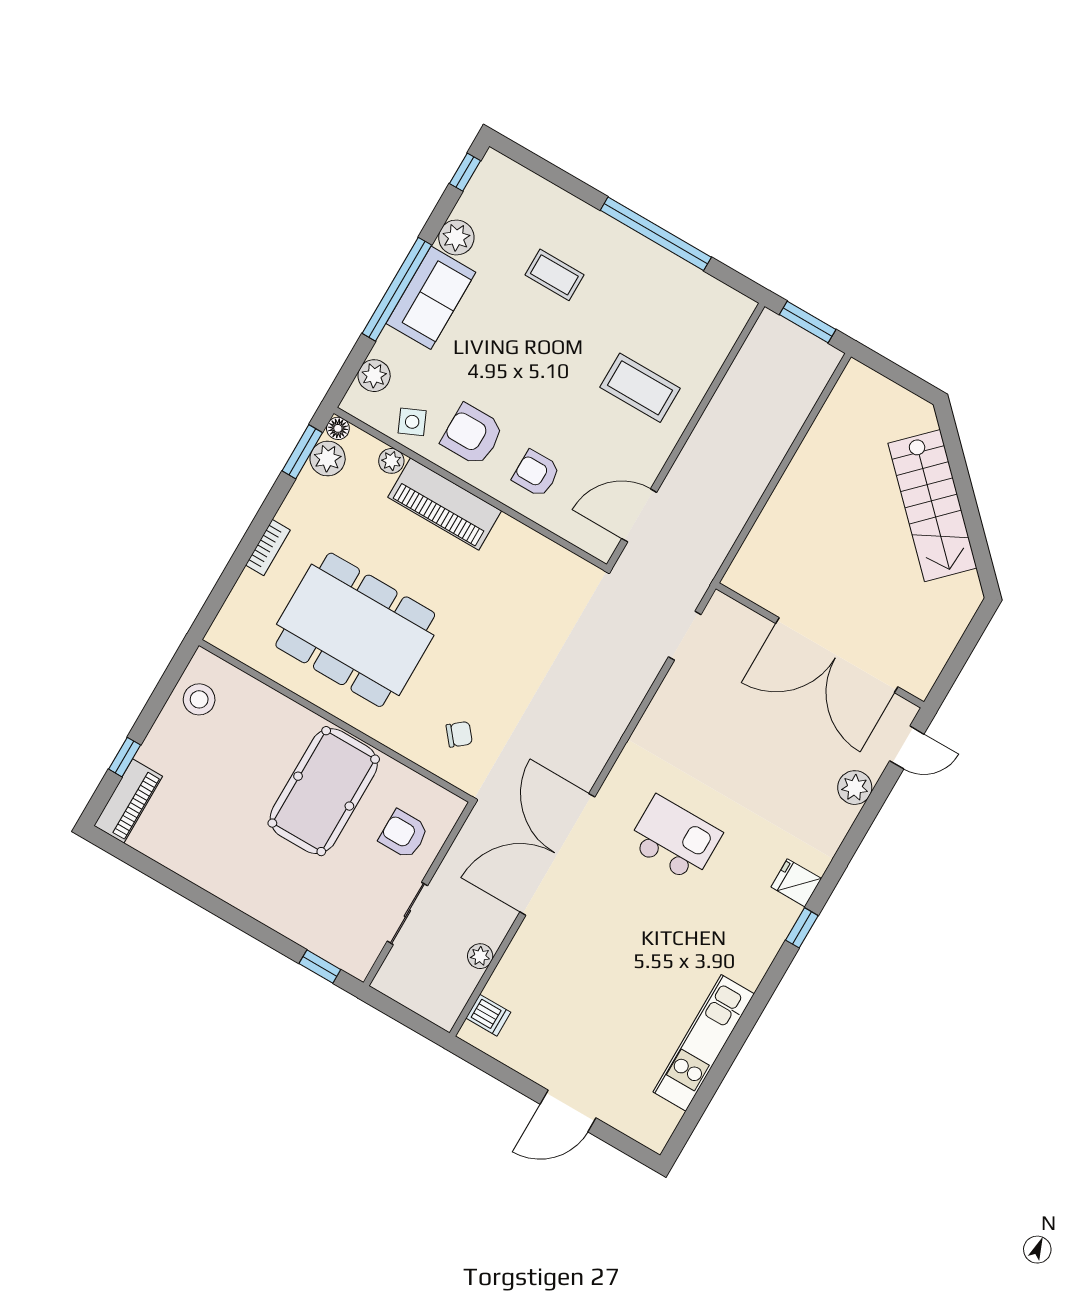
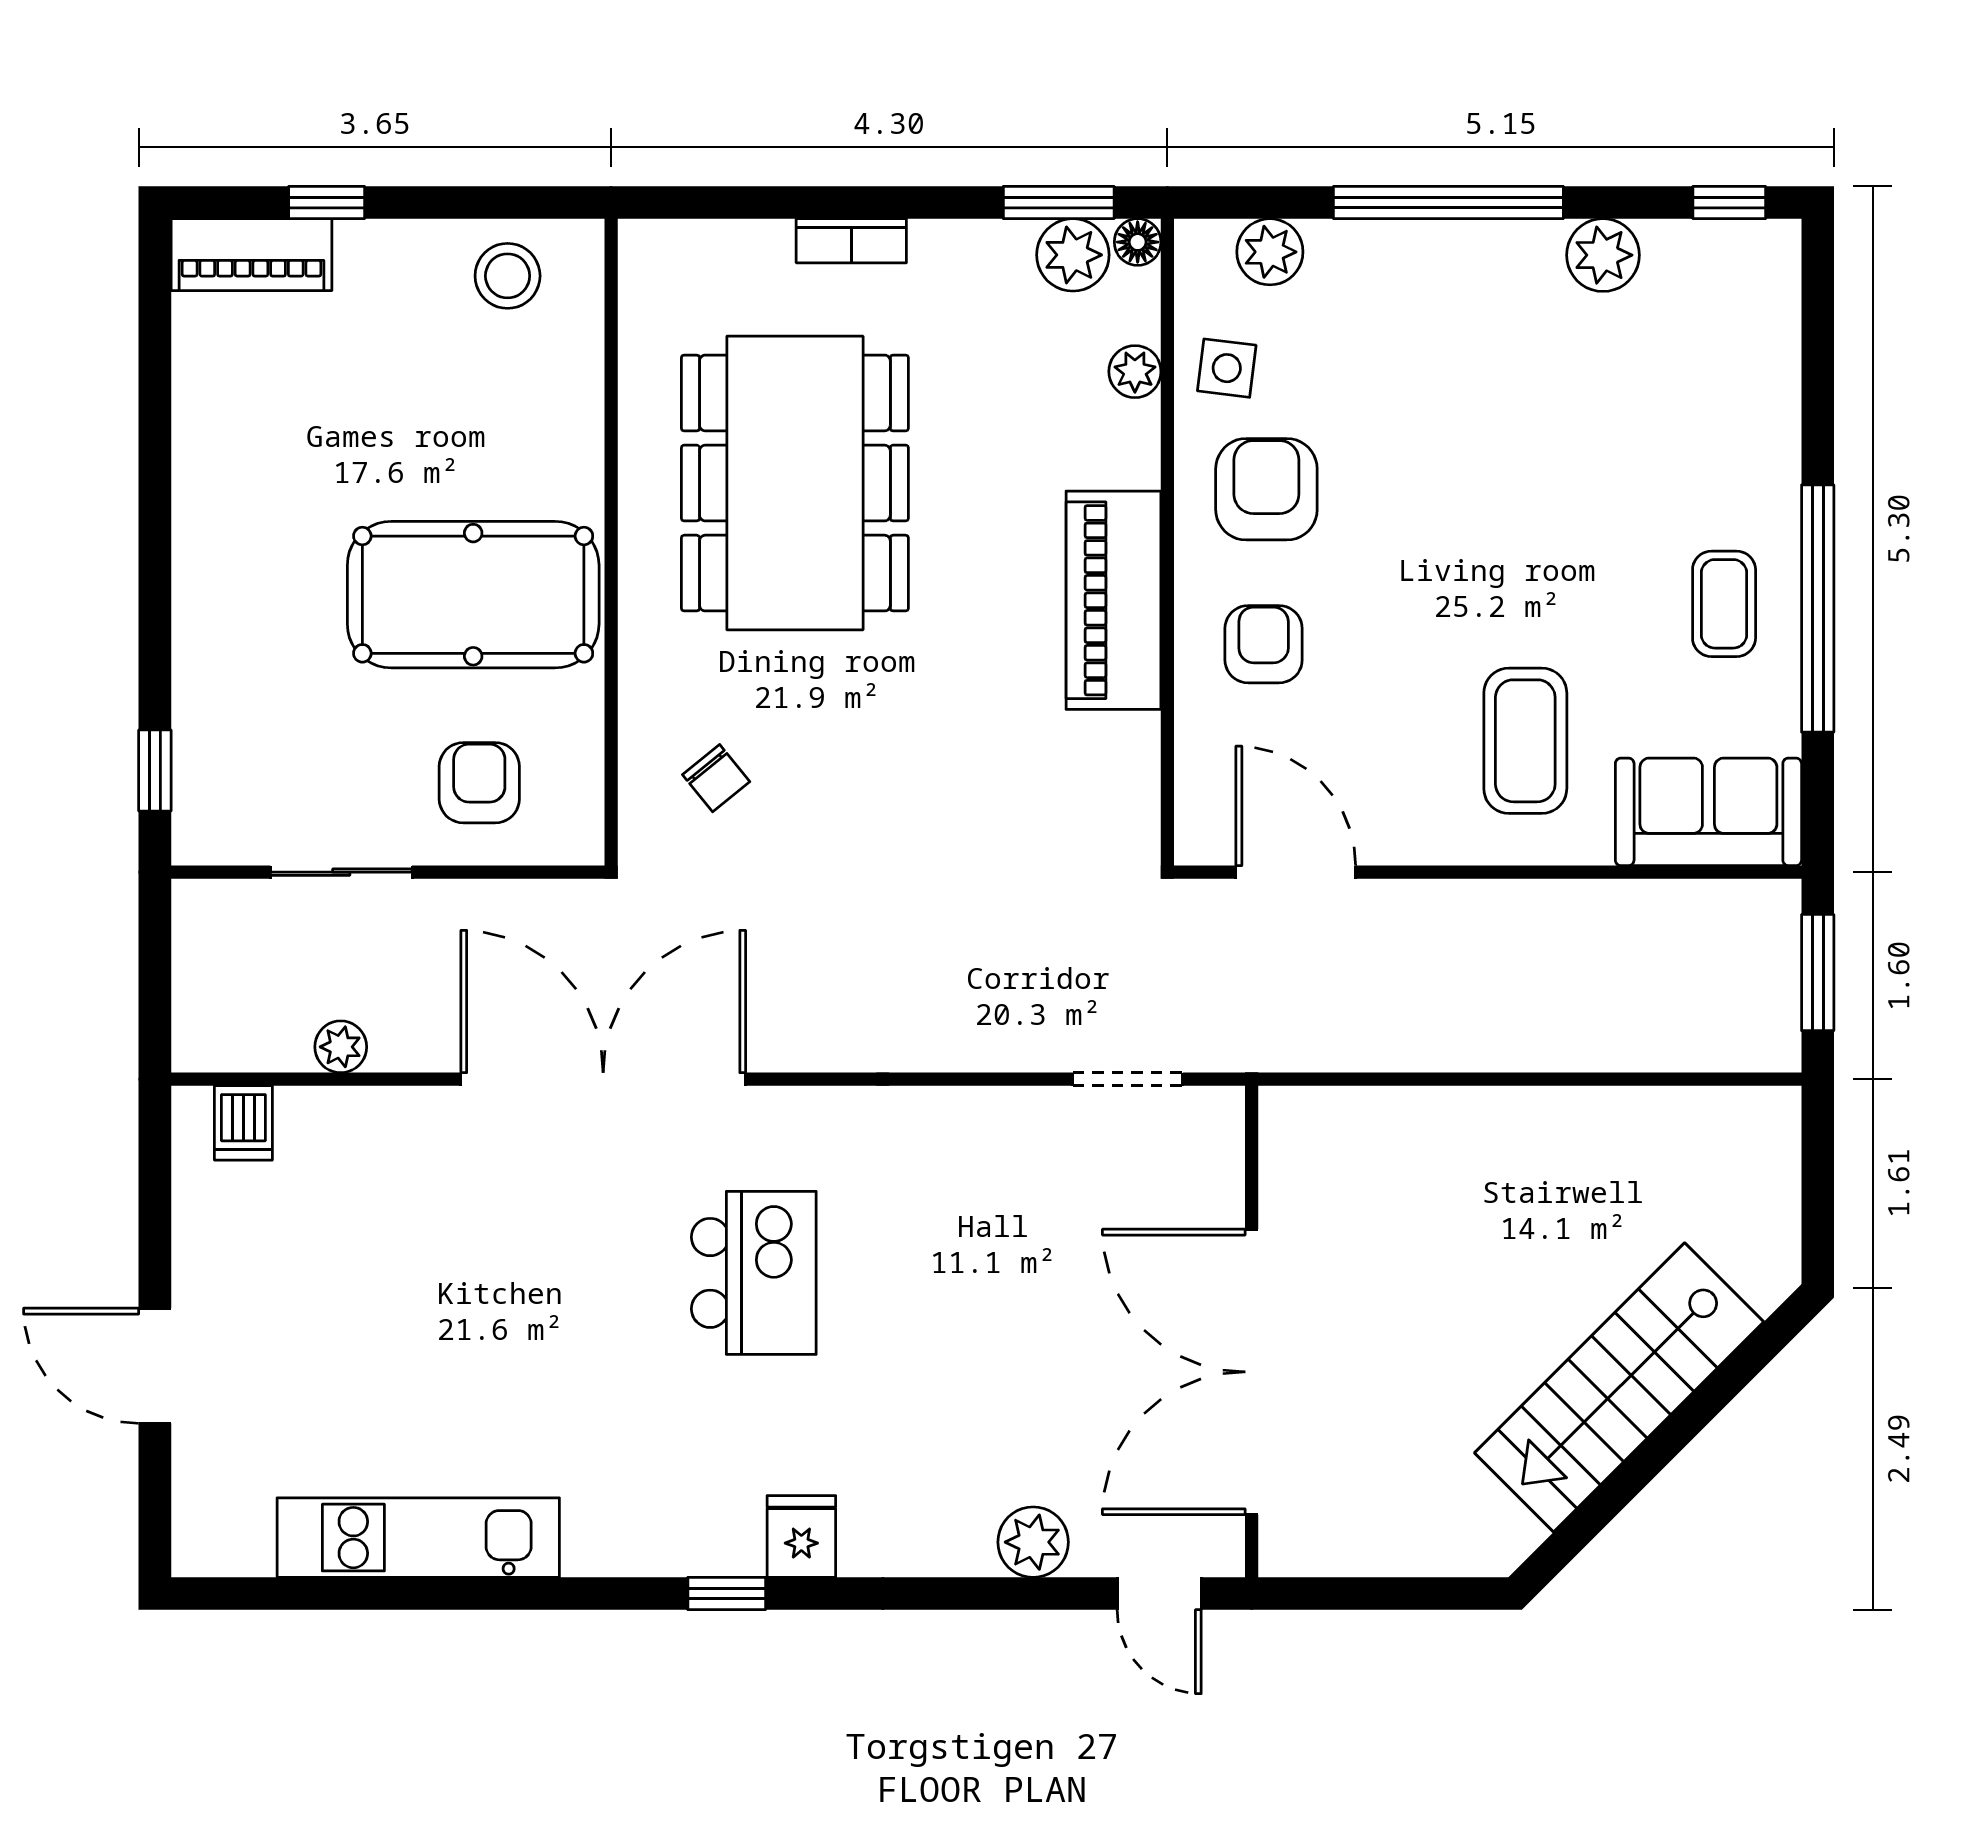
coffee table: (554, 275) -> (1724, 604), moved
sofa: (431, 298) -> (1708, 812), moved, turned 180
side table: (412, 422) -> (1227, 368), turned 31
piano: (445, 504) -> (1114, 600), moved

